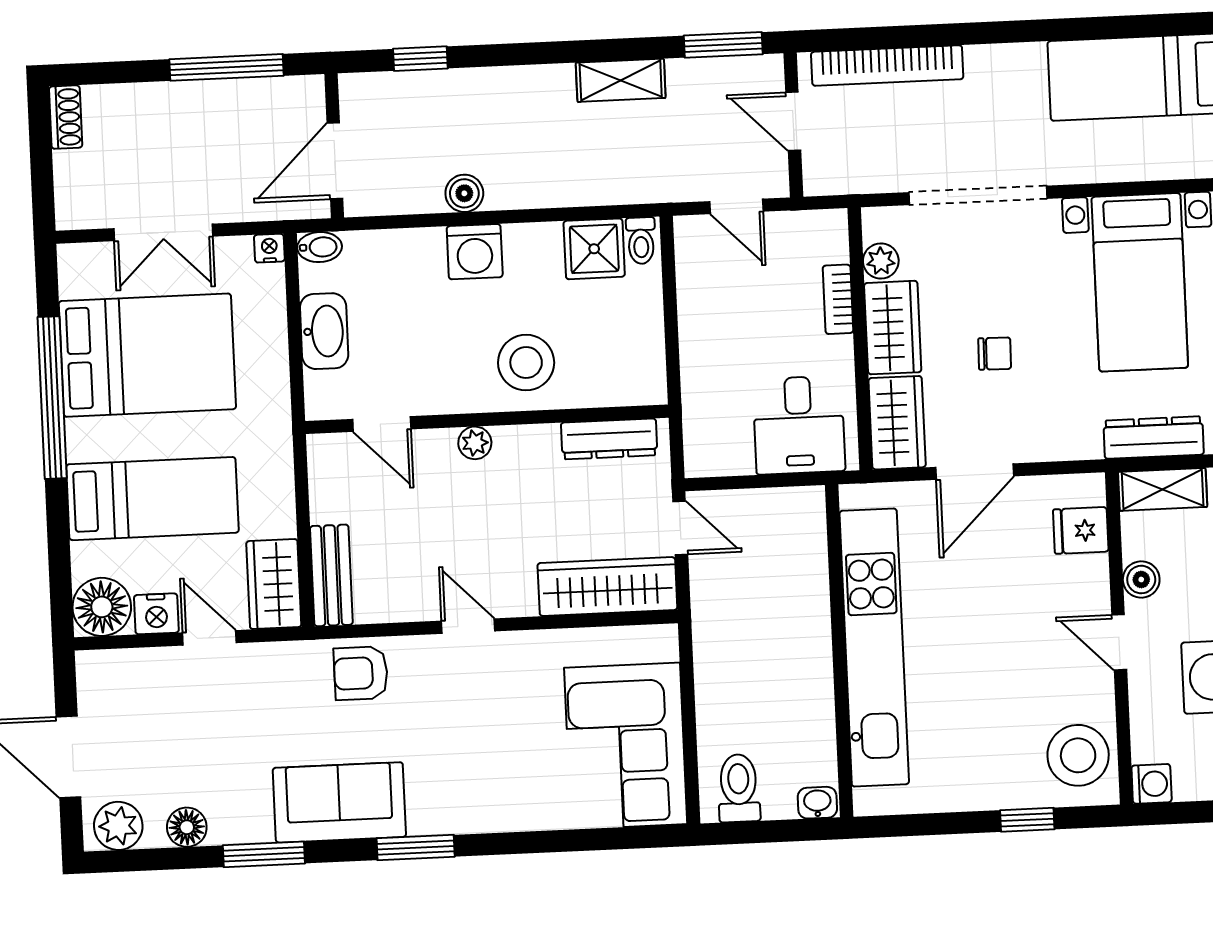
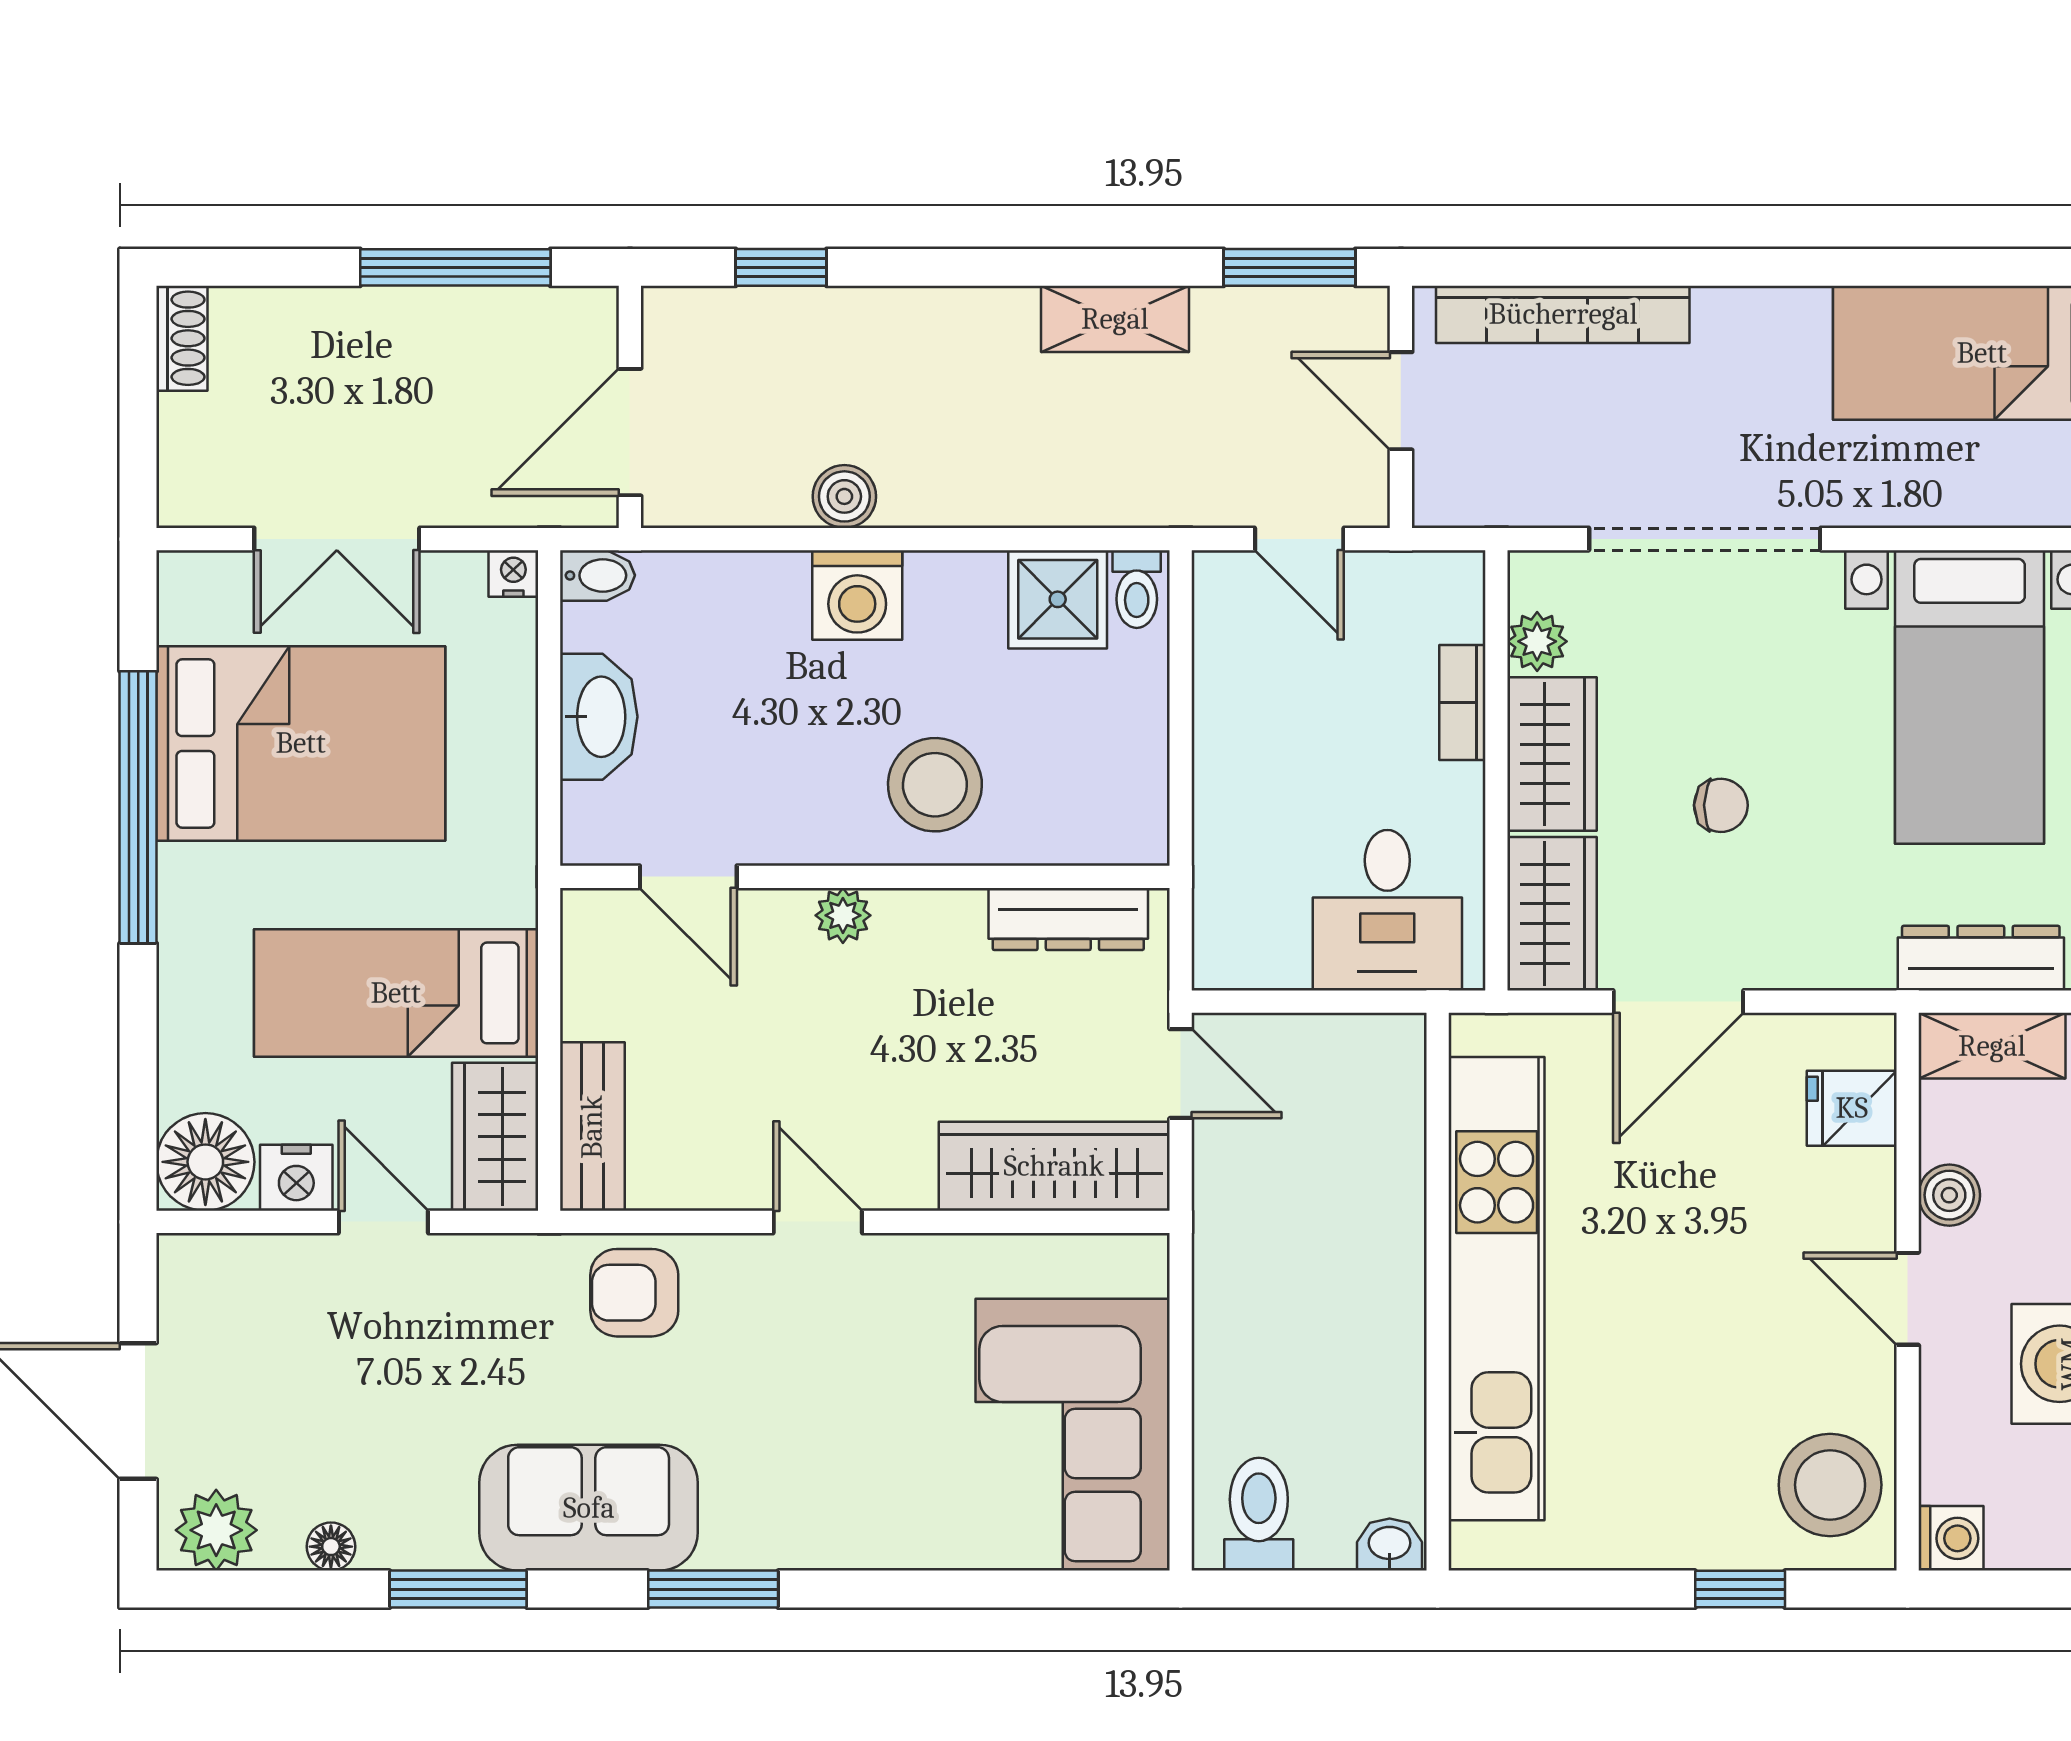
bed: (152, 499) -> (396, 993), moved, turned 180
floor lamp: (187, 827) -> (331, 1547), width x0.73, depth x0.73

